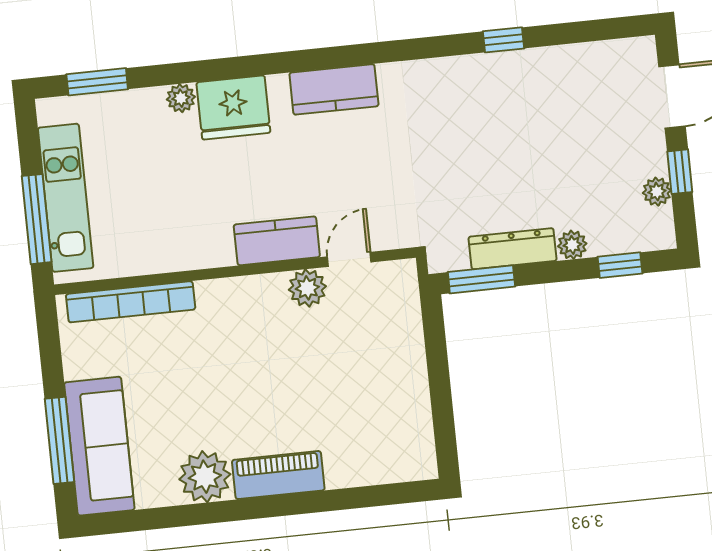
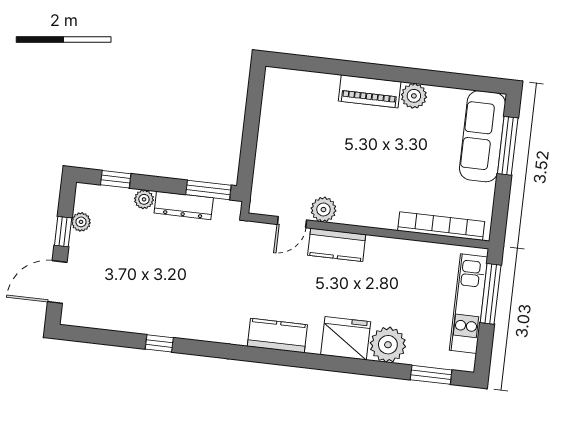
plant: (181, 98) -> (388, 345), width x1.87, depth x1.87
plant: (205, 477) -> (414, 96), width x0.73, depth x0.73

